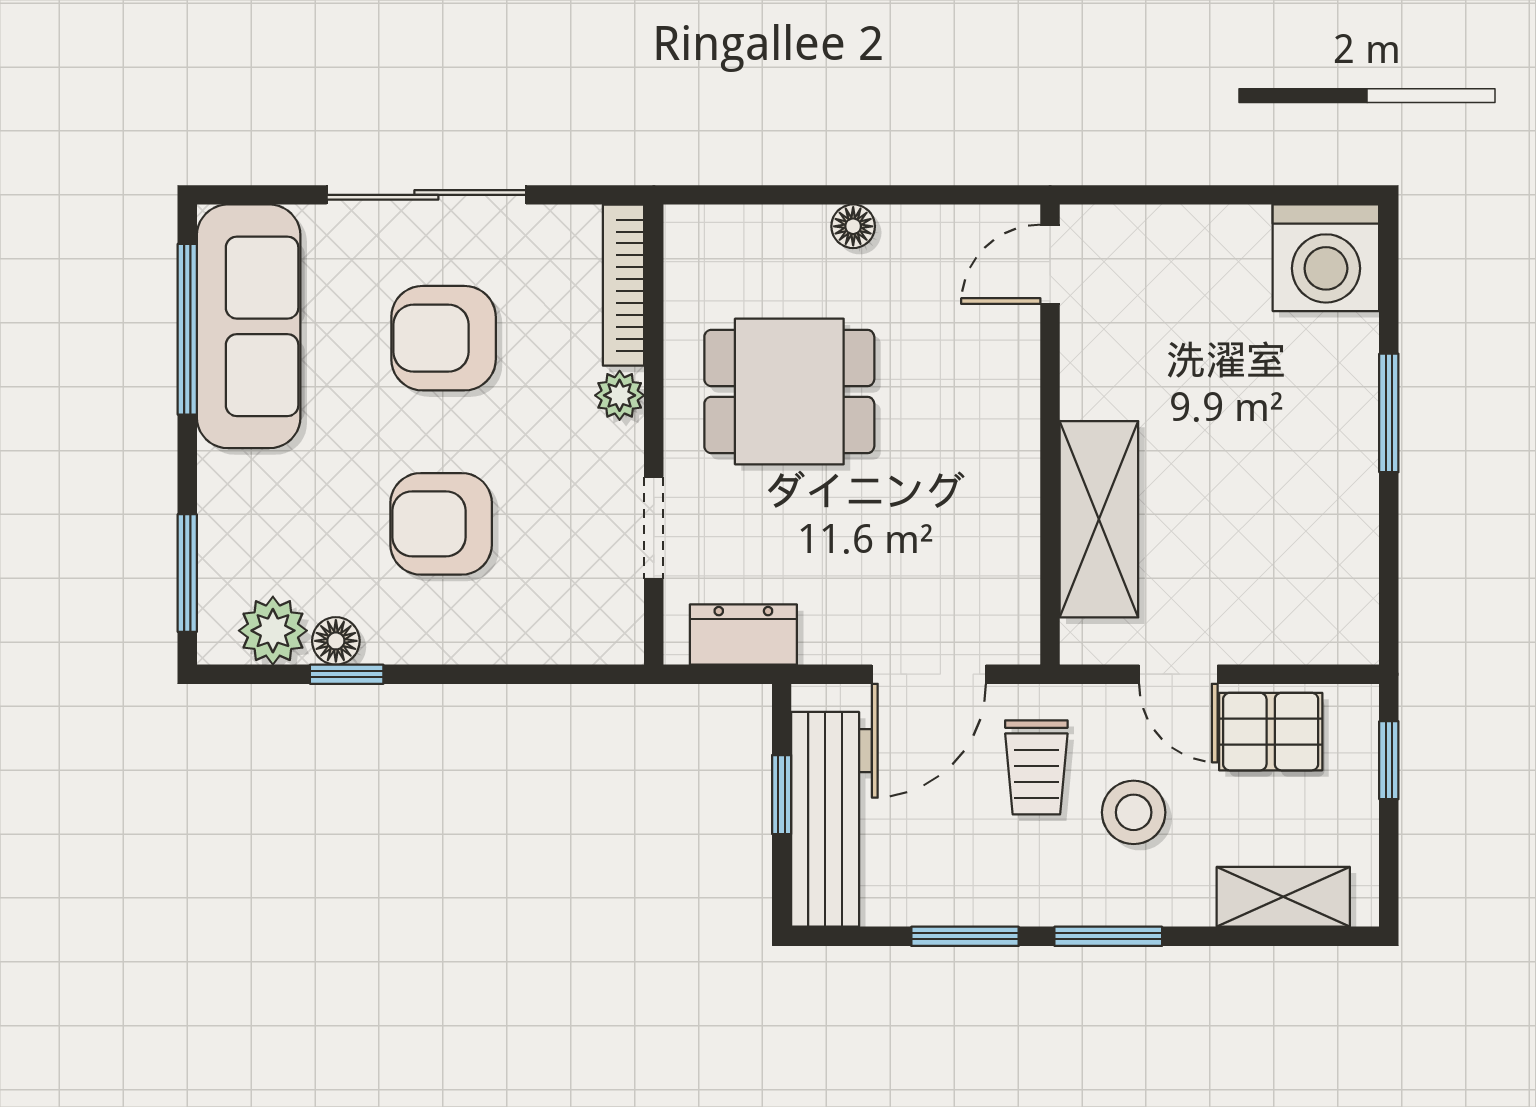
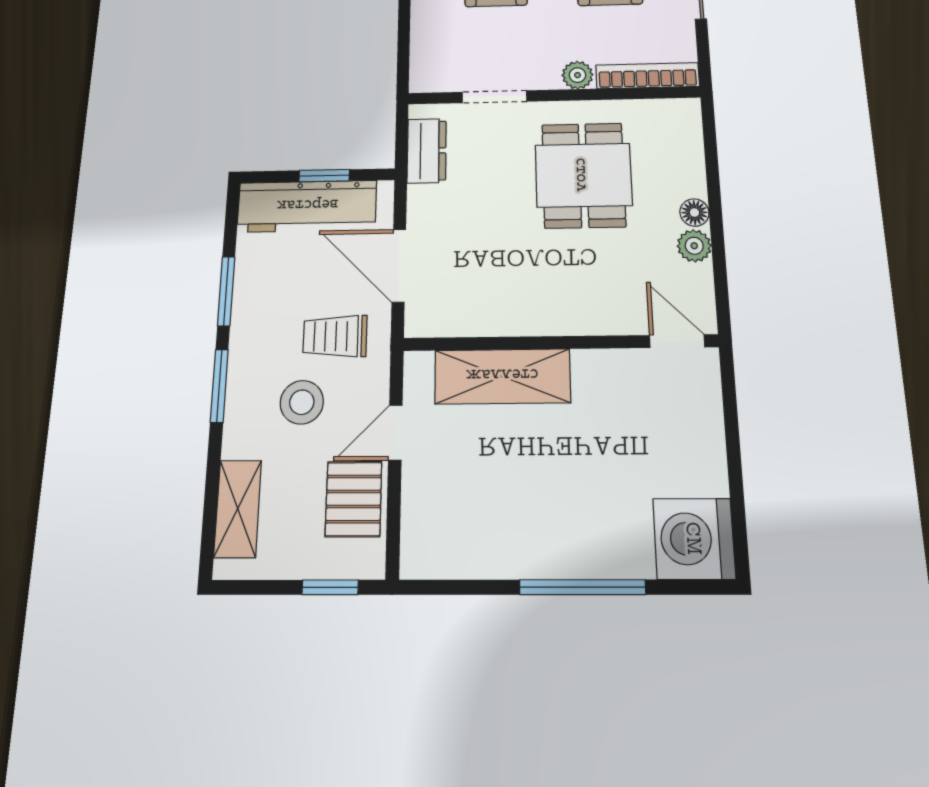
plant: (906, 230) -> (694, 246), added
window: (1389, 413) -> (582, 587), width x1.44

